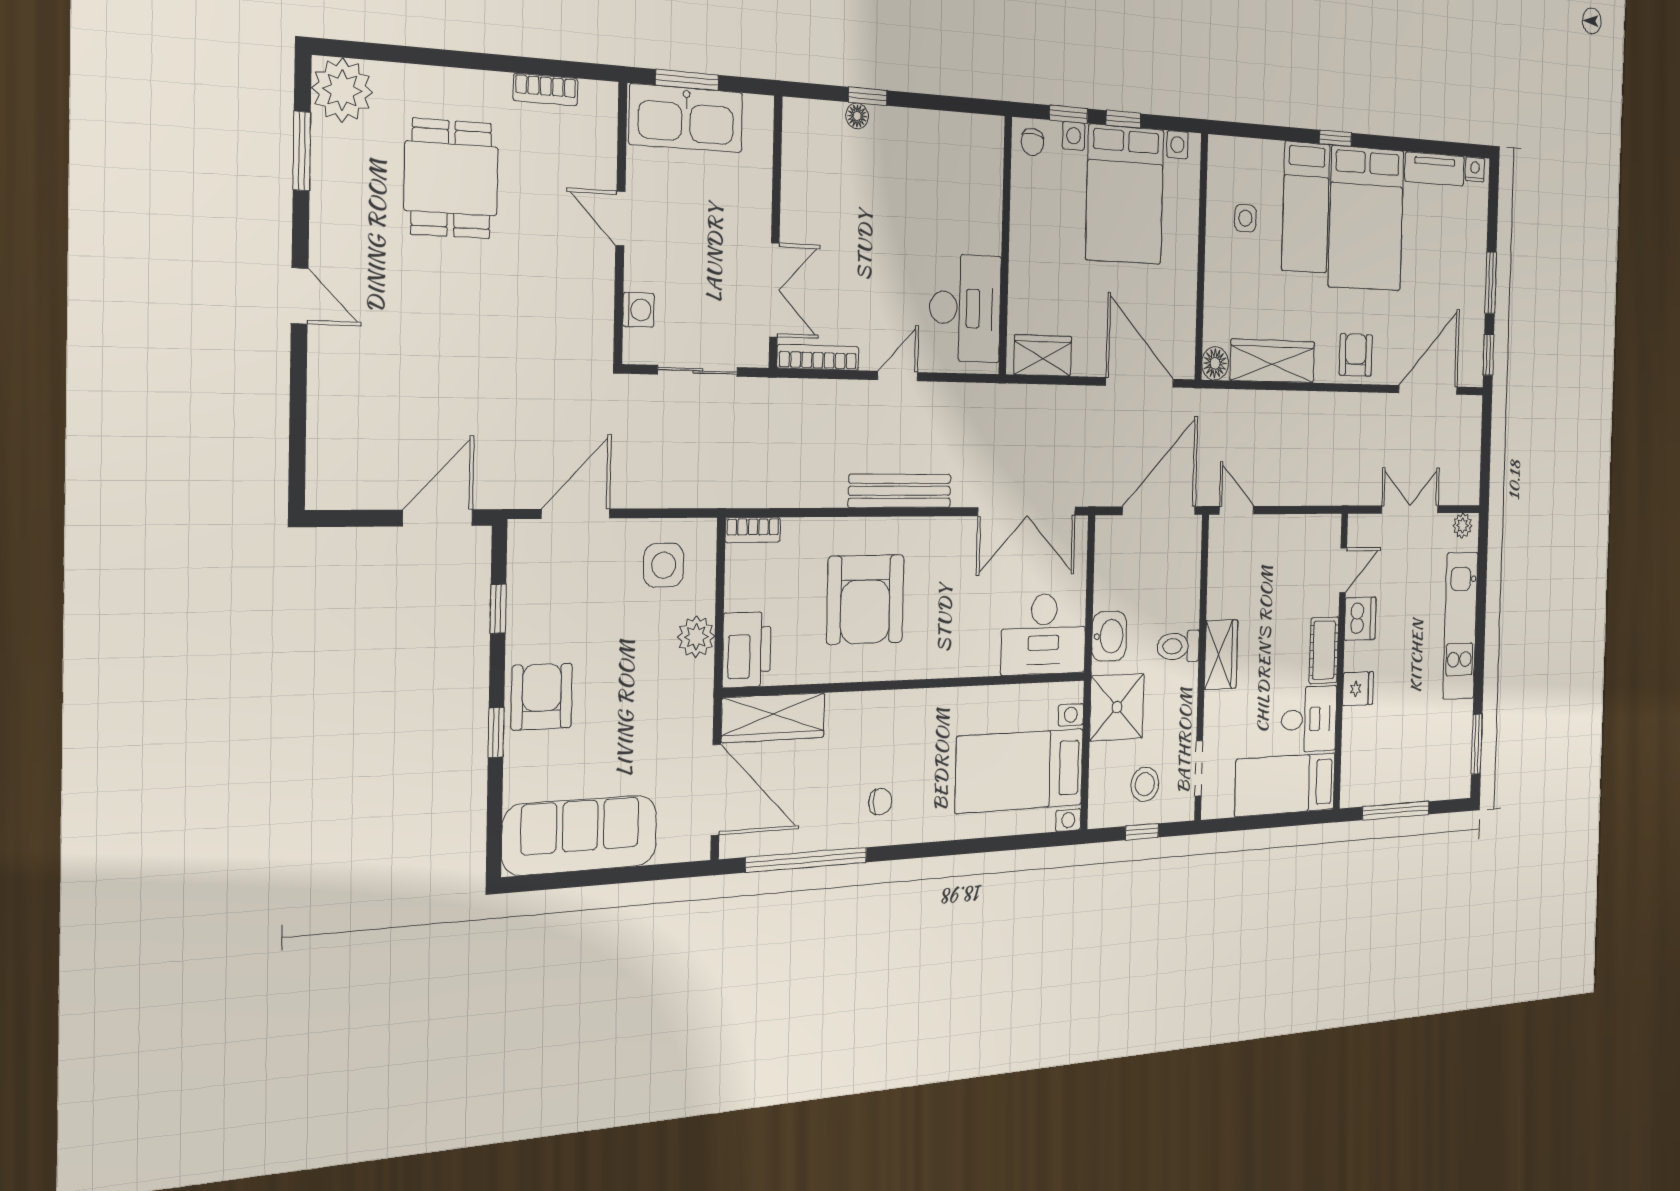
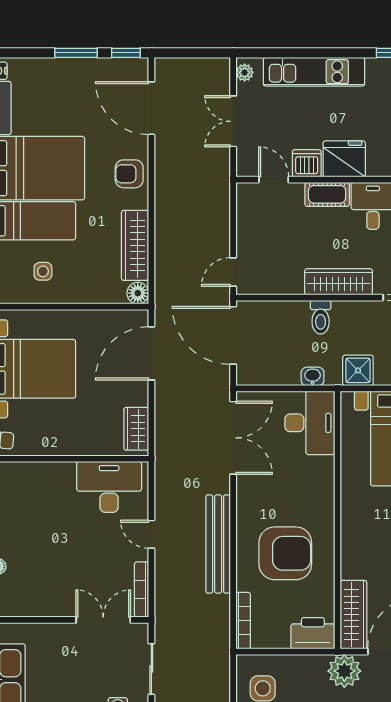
bench: (900, 491) -> (218, 544), width x1.37, depth x1.21
bookcase: (753, 530) -> (243, 621), width x1.56
washbasin: (1109, 636) -> (313, 376), width x0.72, depth x0.69
plant: (696, 637) -> (344, 671), moved, width x1.36, depth x1.36
wardrobe: (1221, 655) -> (338, 282), width x1.50
fridge: (1358, 689) -> (344, 159), width x1.88, depth x1.34
shower: (1117, 707) -> (358, 370), width x0.73, depth x0.73

